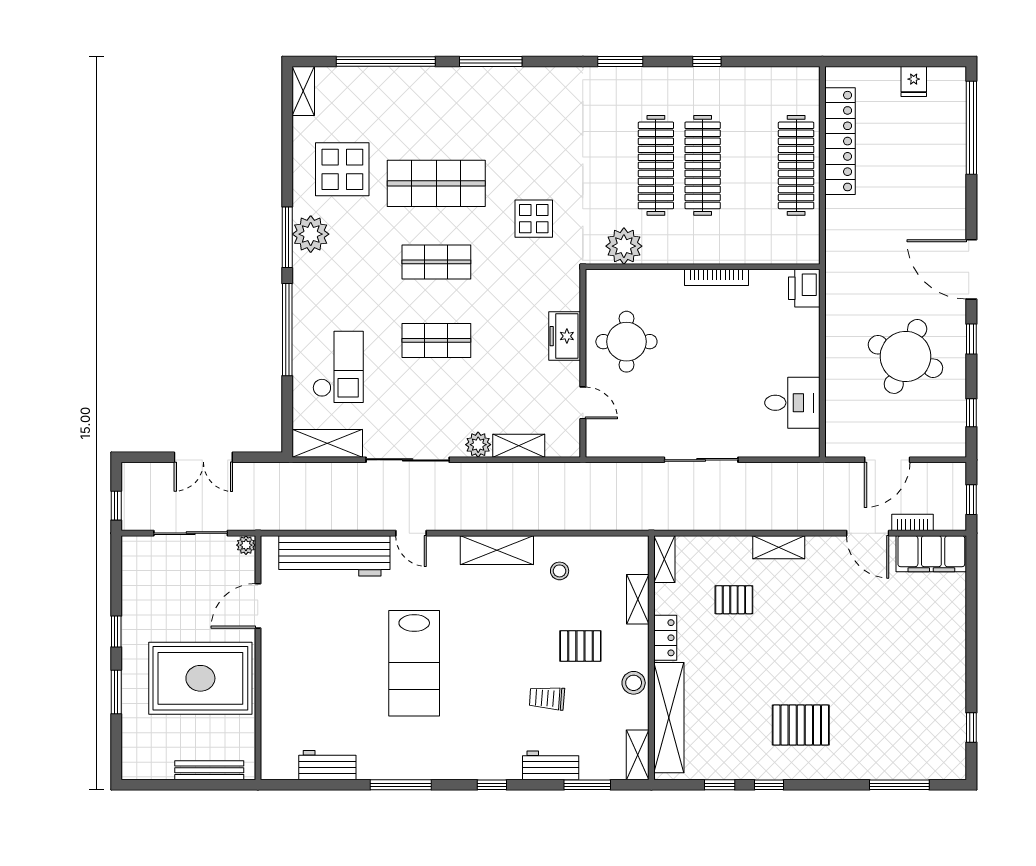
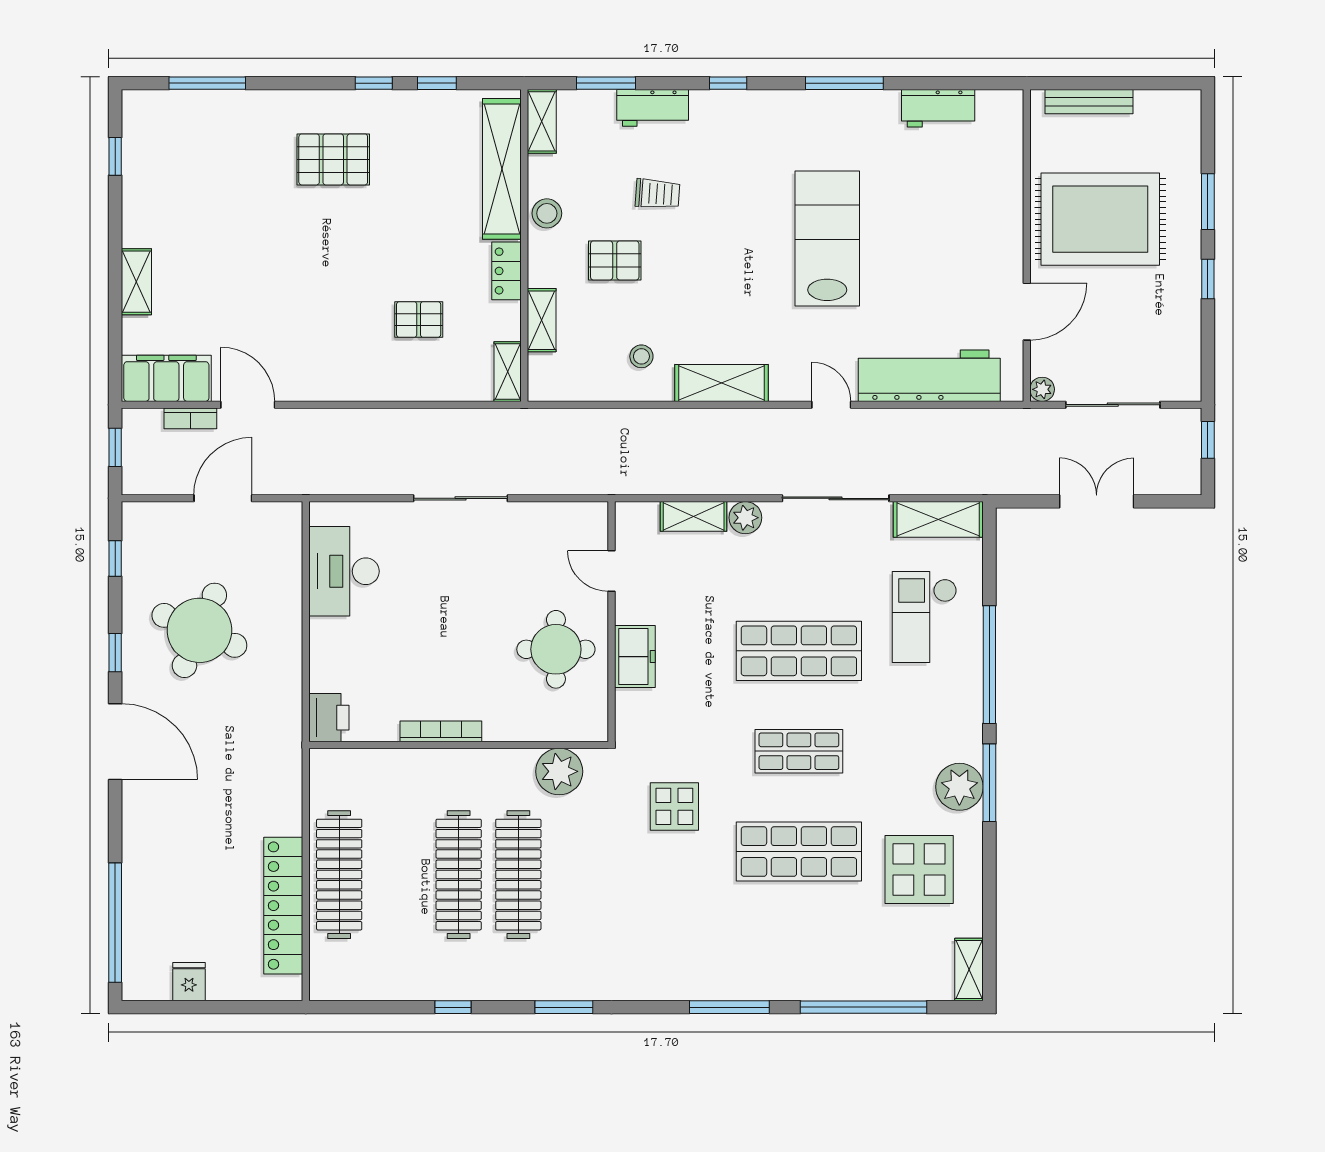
shop shelf: (436, 340) -> (799, 651), width x1.43, depth x1.36
desk: (792, 403) -> (344, 571), width x1.37
shelving: (779, 547) -> (136, 282), moved, turned 90

